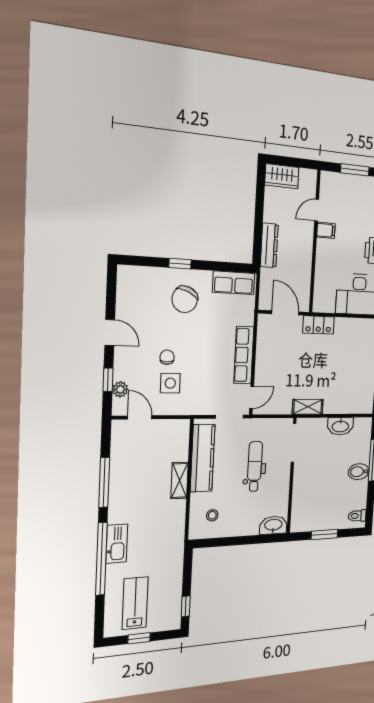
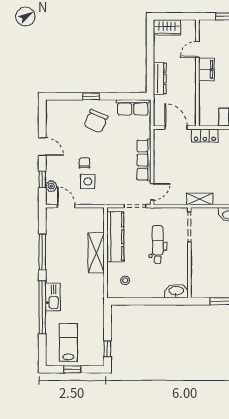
filing cabinet: (326, 230) -> (206, 70), width x2.00
shelving: (180, 480) -> (96, 253), width x1.50, depth x1.33

